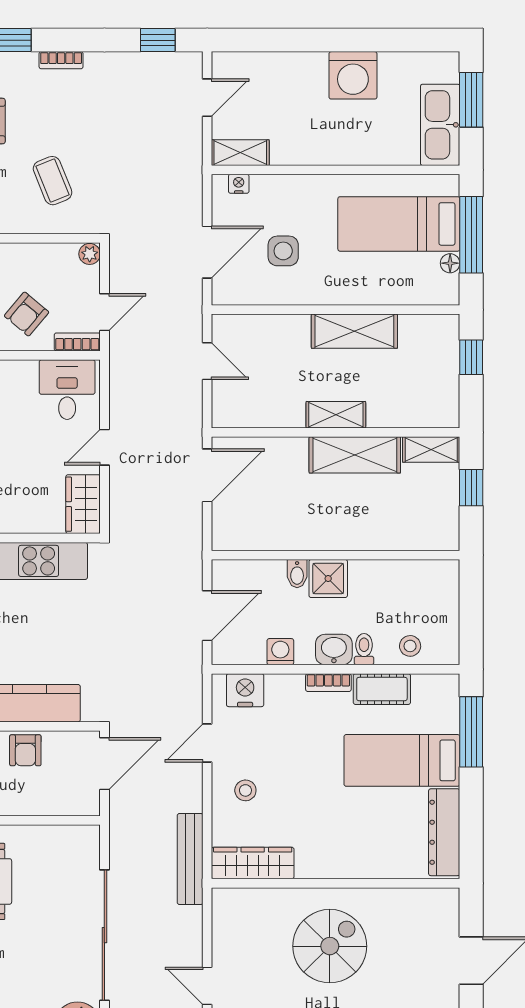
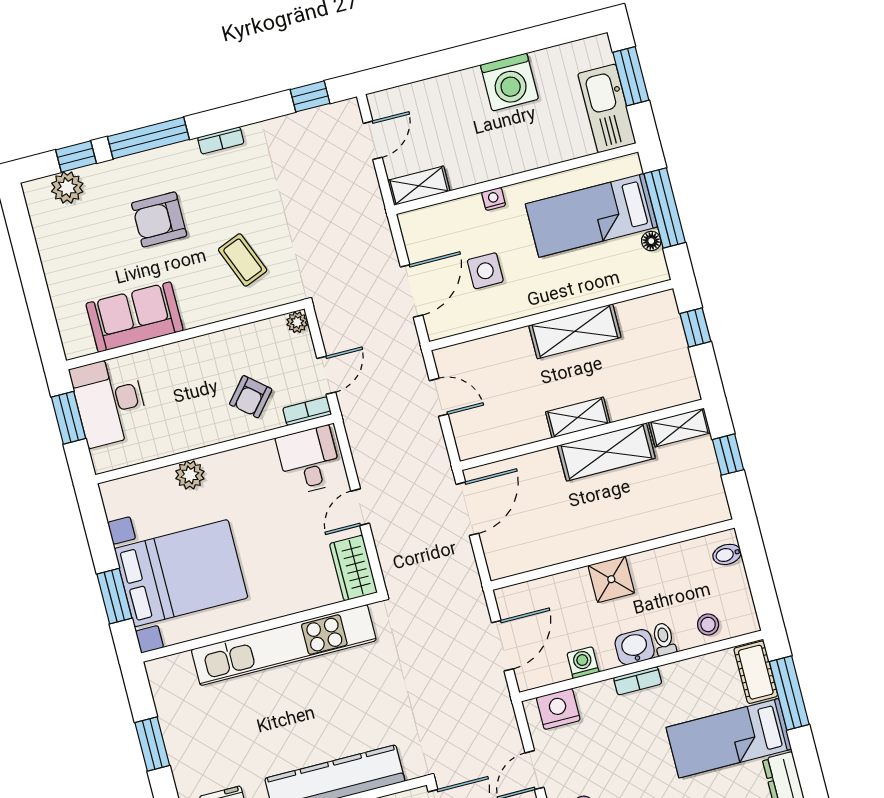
nightstand: (239, 184) -> (494, 199), moved
bidet: (297, 574) -> (727, 554), moved, turned 90
cot: (382, 689) -> (756, 672), moved, turned 90

